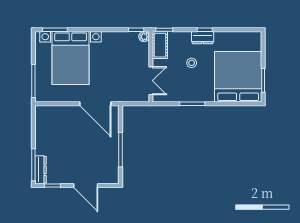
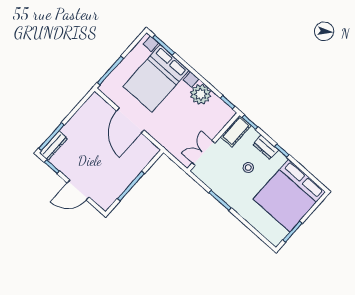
plant: (144, 37) -> (201, 94), moved, width x1.87, depth x1.87
dresser: (203, 38) -> (266, 147), moved
bed: (238, 77) -> (289, 196), moved, turned 180
double door: (151, 81) -> (203, 153), swing flipped
door: (95, 104) -> (130, 120), moved
door: (86, 186) -> (78, 190), hinge flipped

